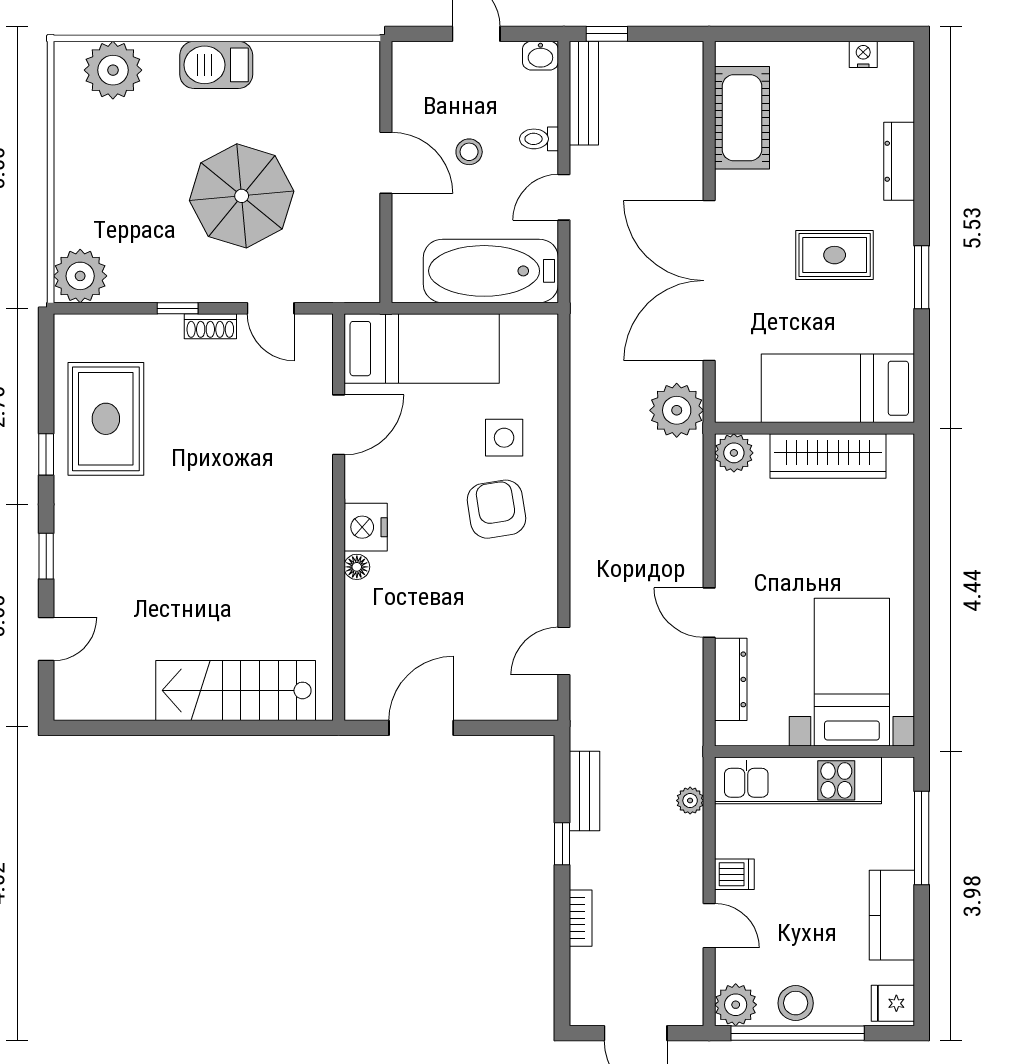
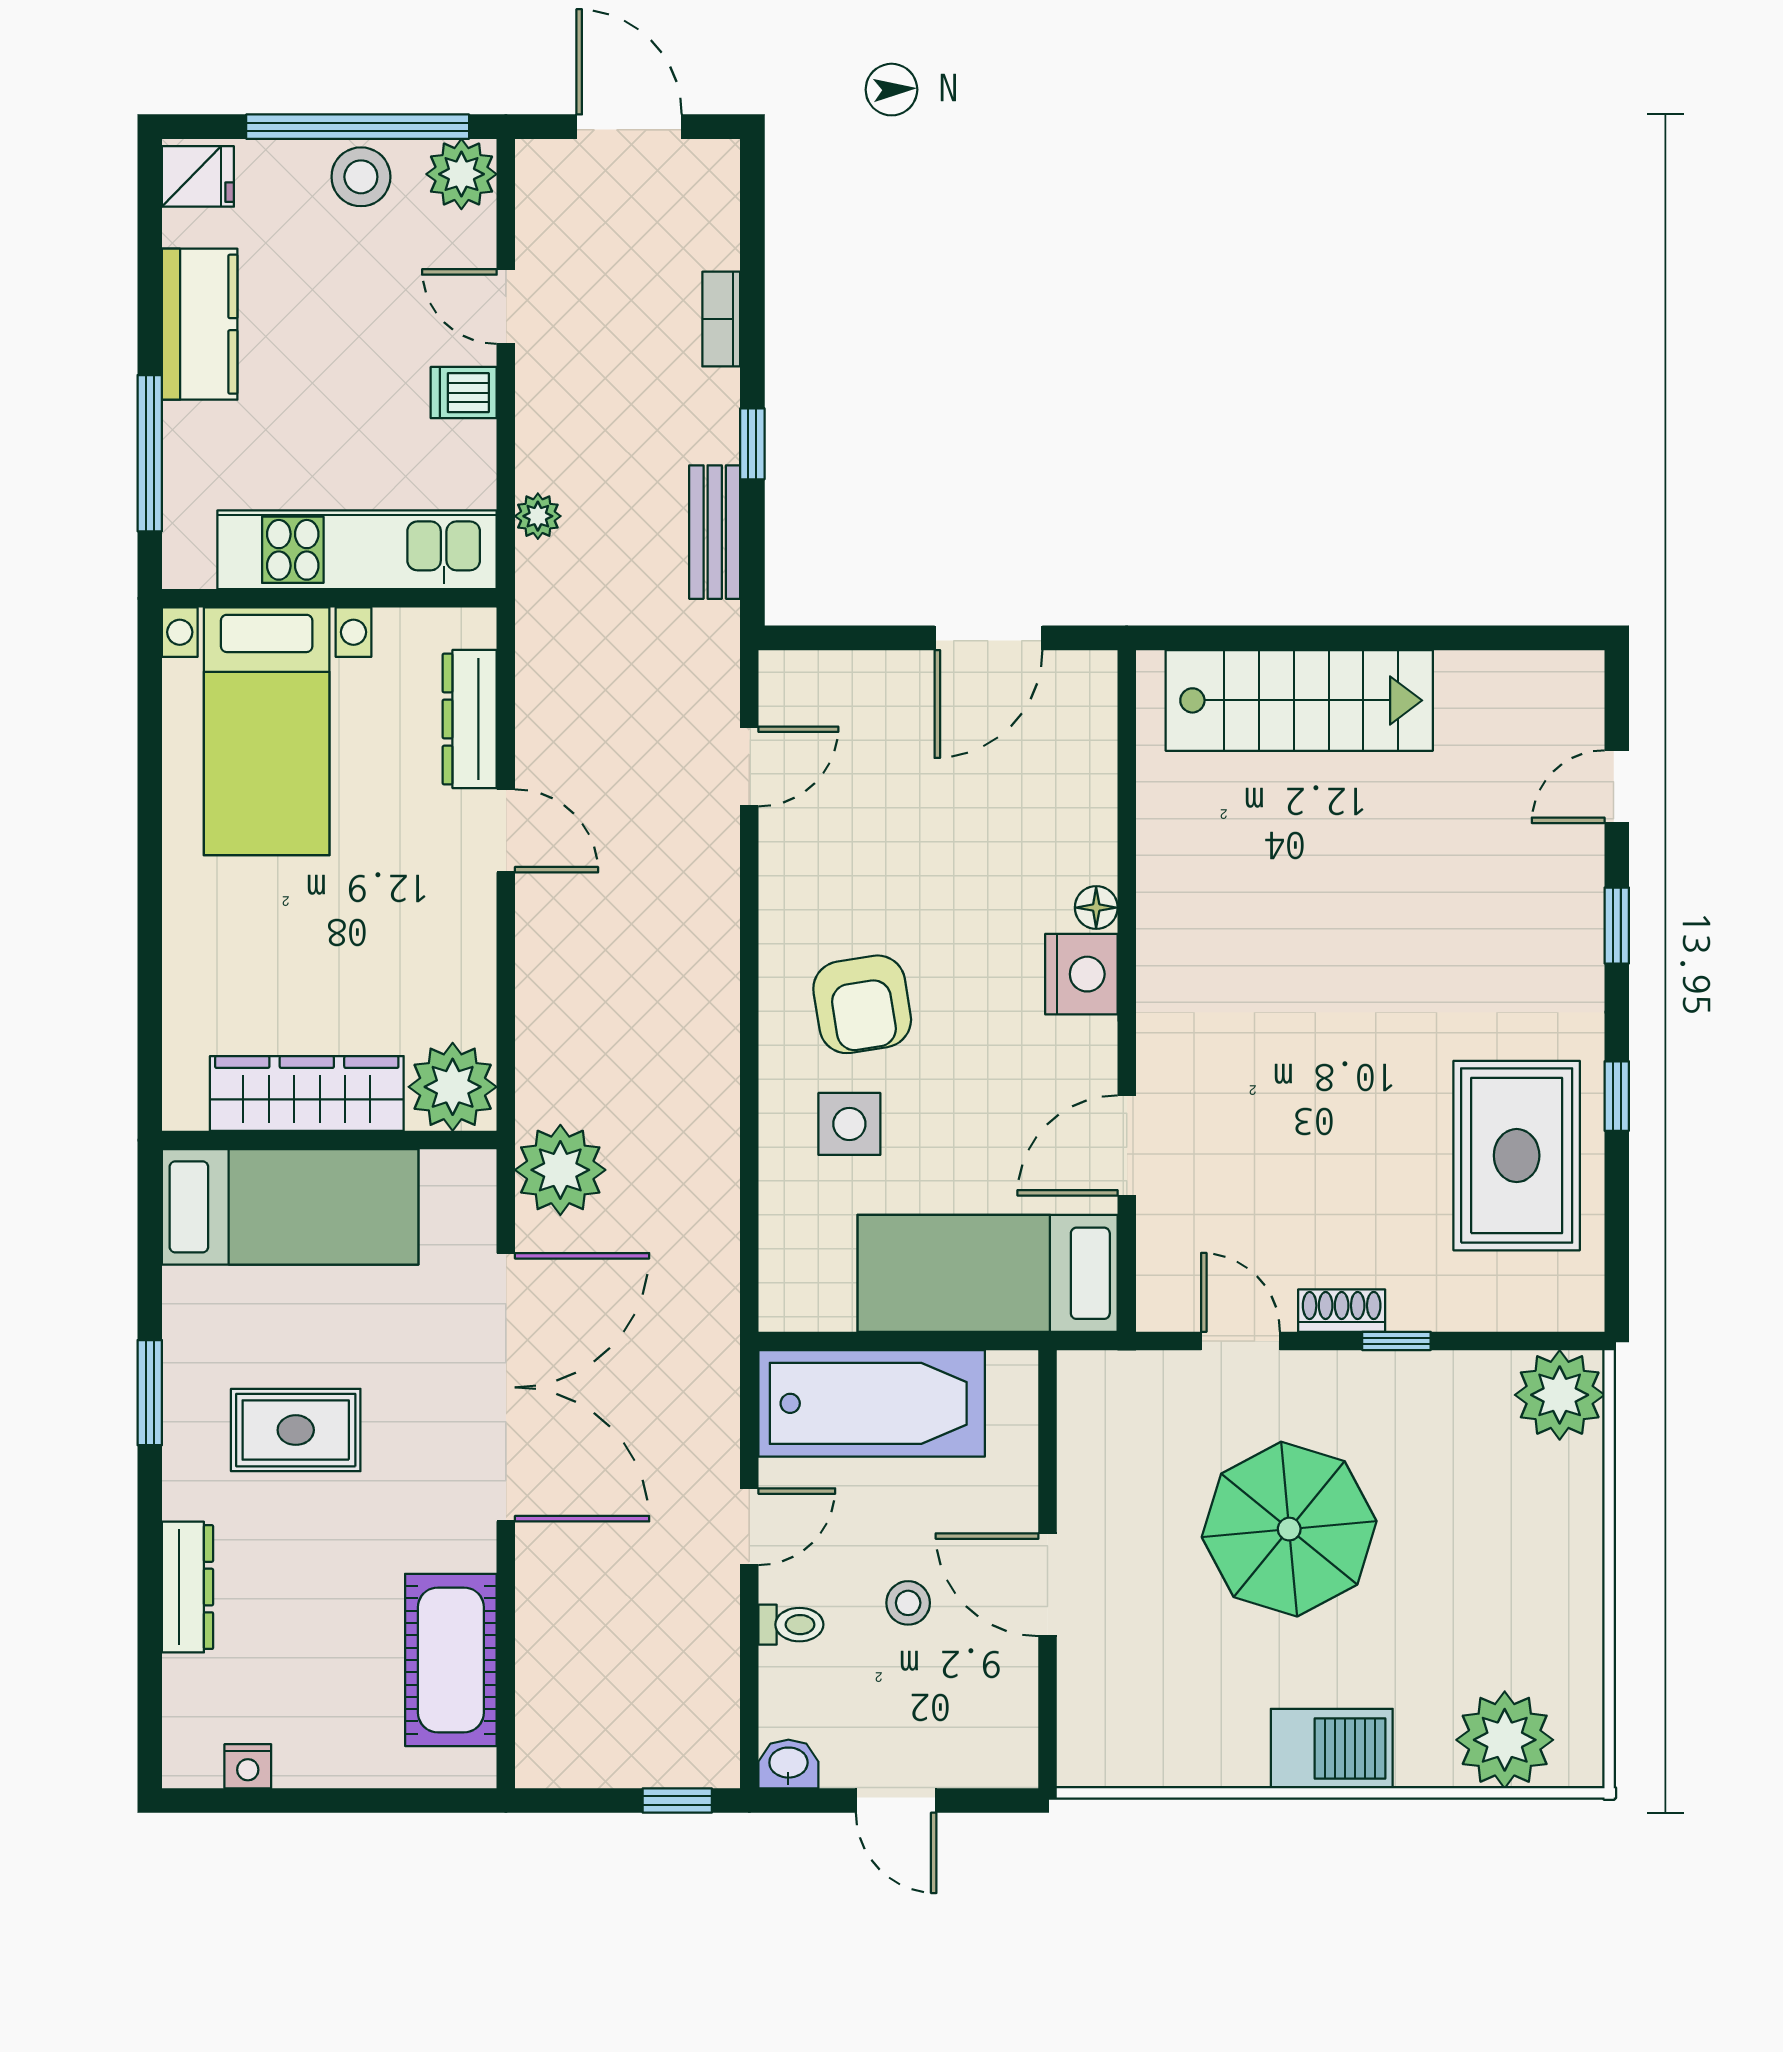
bench: (584, 93) -> (716, 1701), removed
plant: (734, 453) -> (453, 1087), width x1.36, depth x1.36

